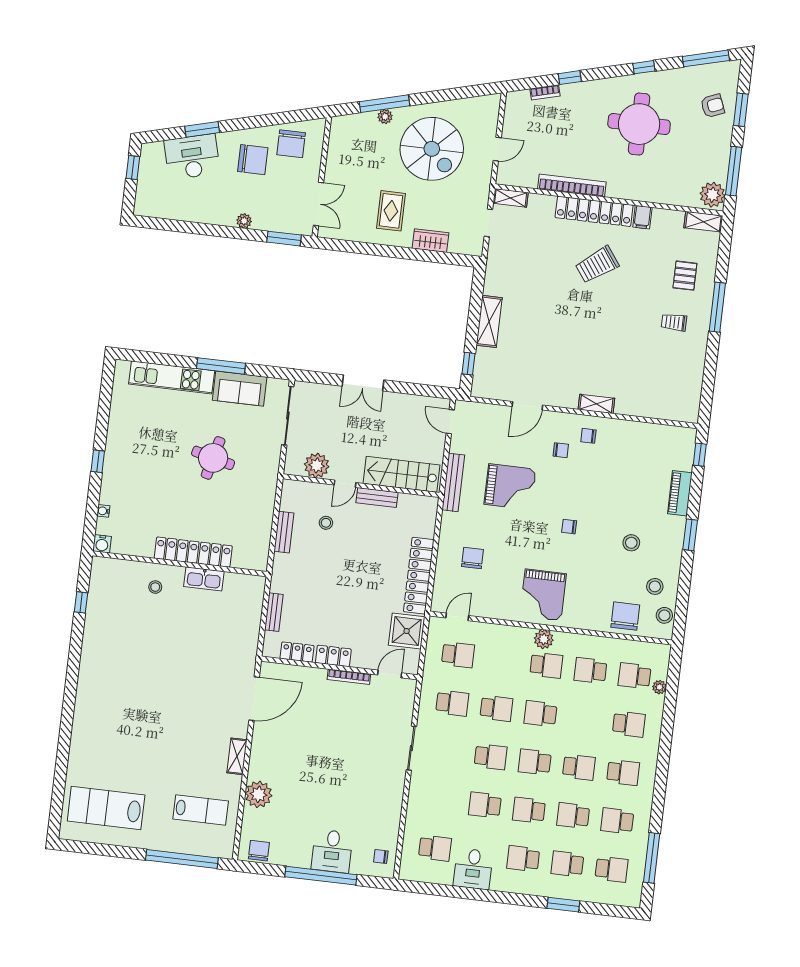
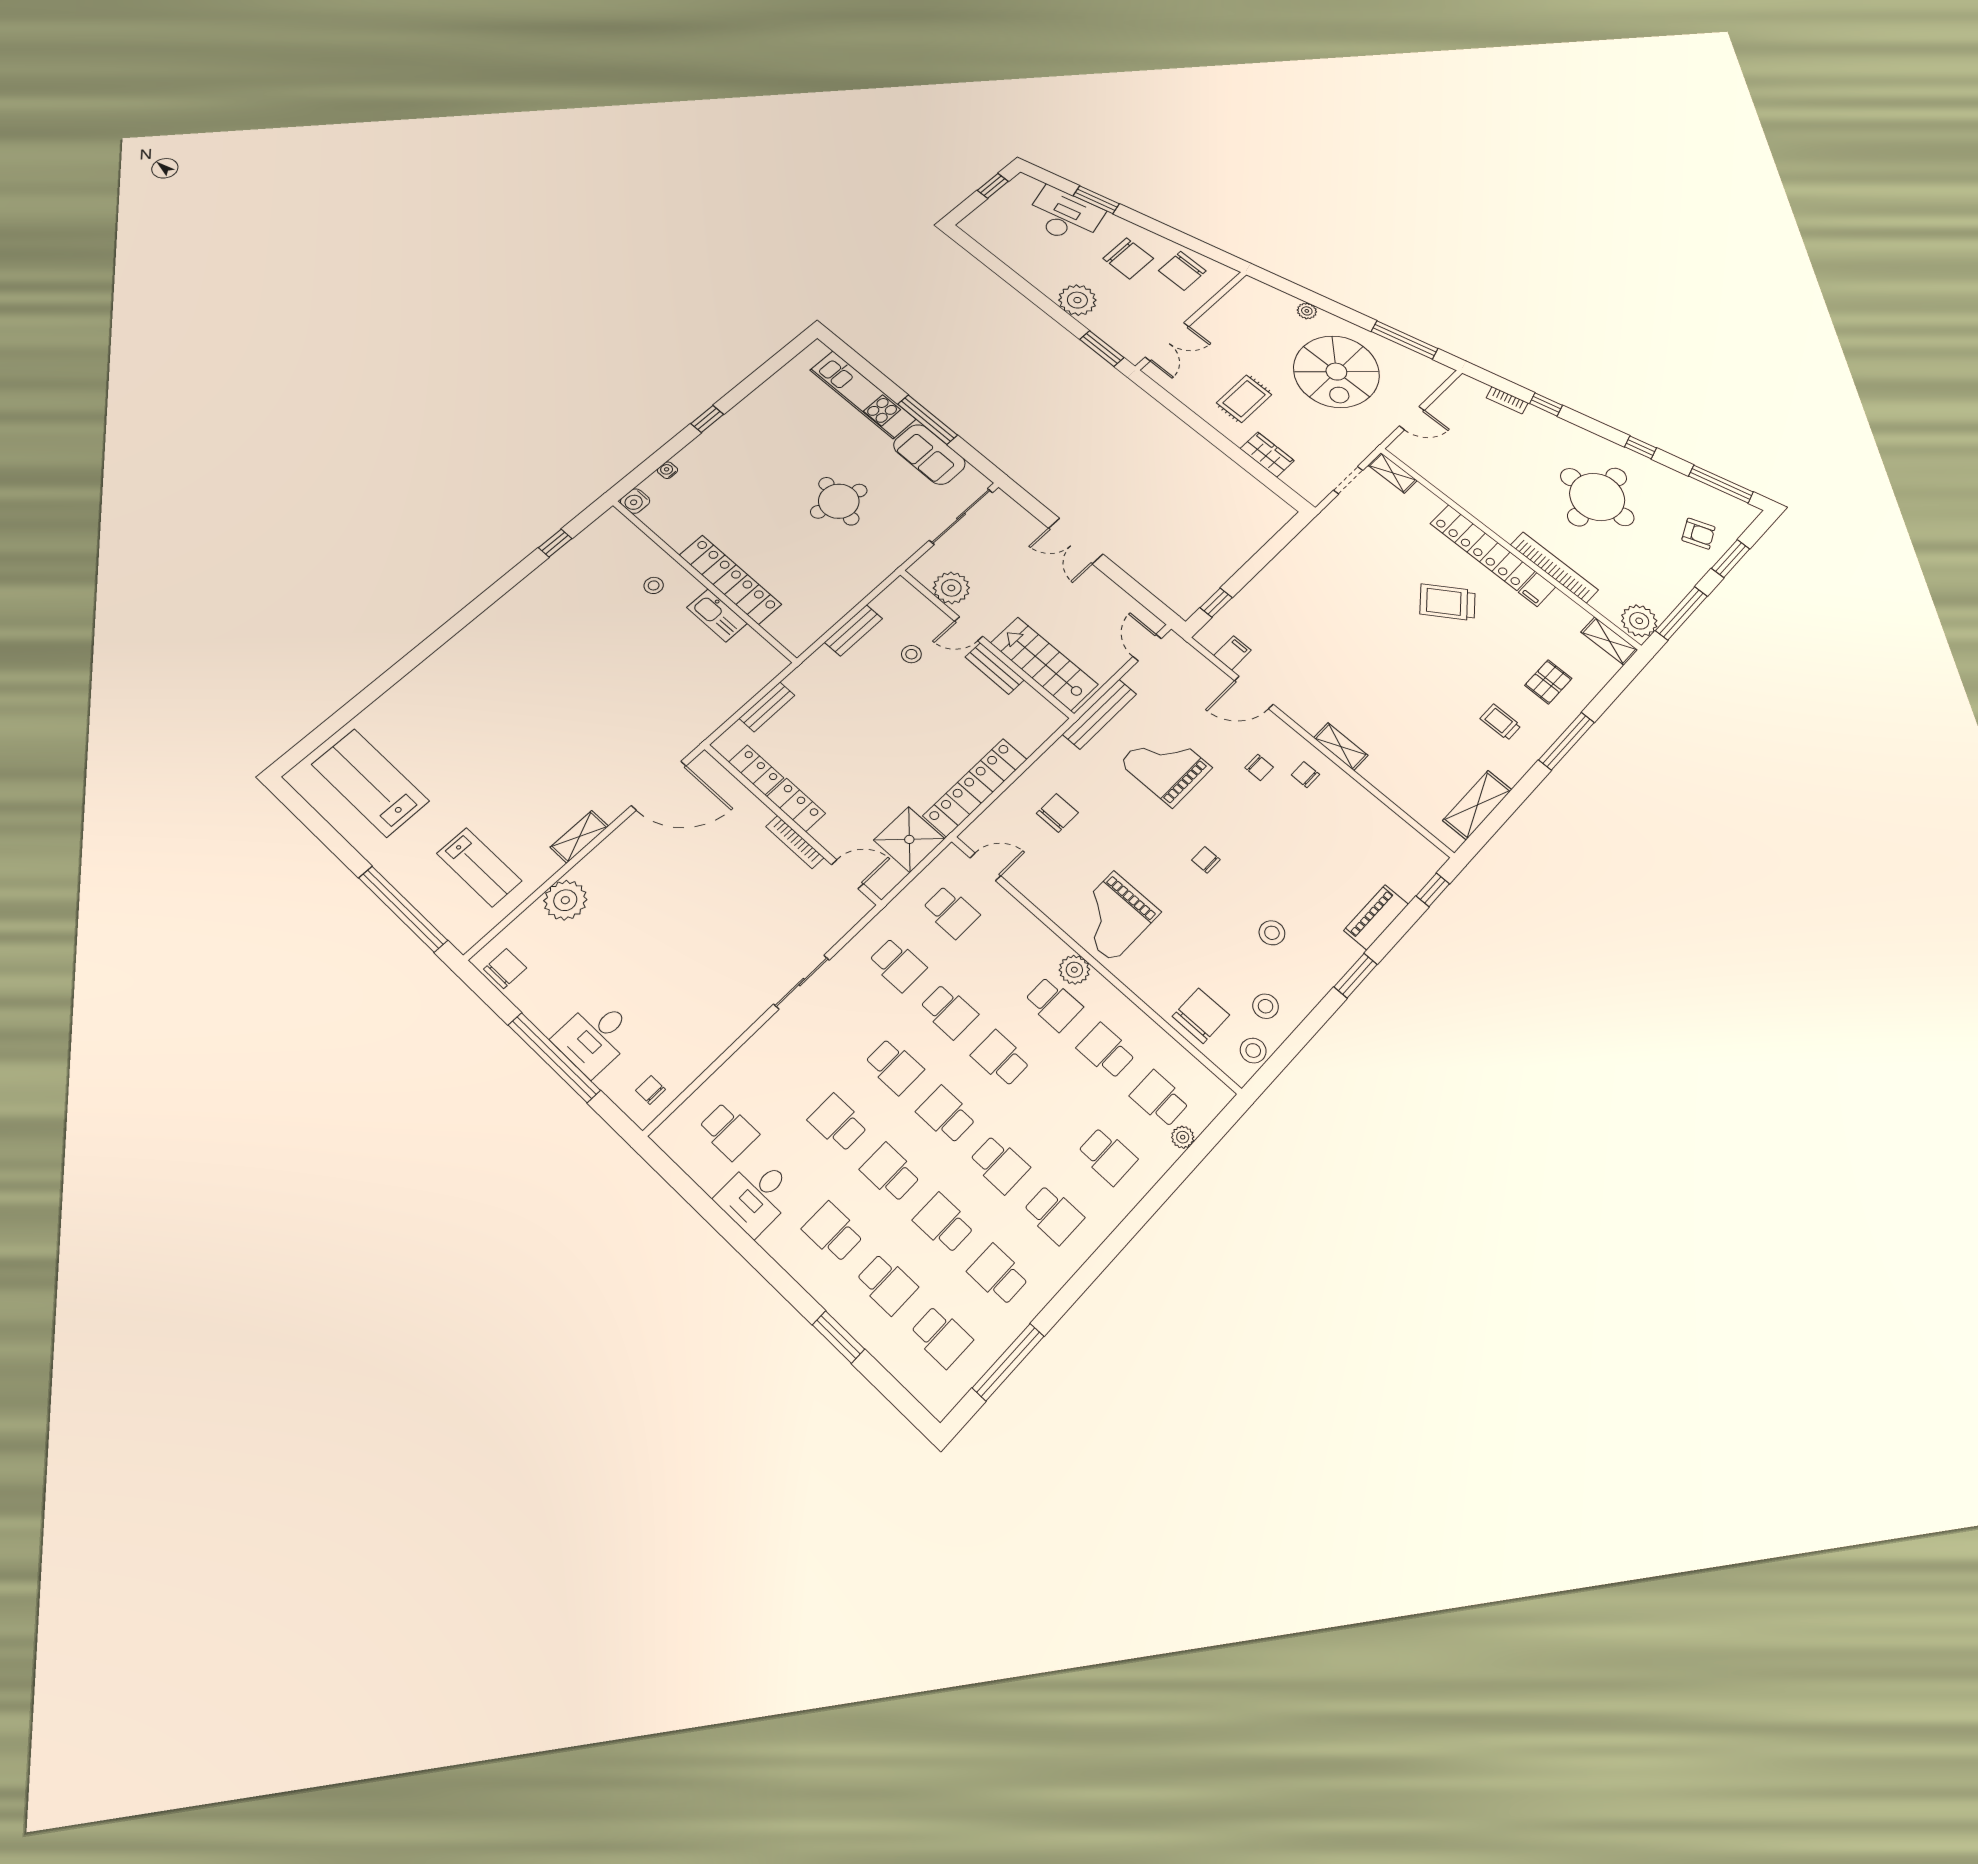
window: (385, 104) -> (1404, 340), moved
bookcase: (572, 186) -> (1554, 567), moved
plant: (244, 221) -> (1077, 300), width x1.88, depth x1.88
shelving: (489, 321) -> (1477, 805), moved
filing cabinet: (499, 389) -> (1232, 653), added
grand piano: (510, 487) -> (1166, 765), turned 180
school desk: (567, 864) -> (887, 1284), turned 180

